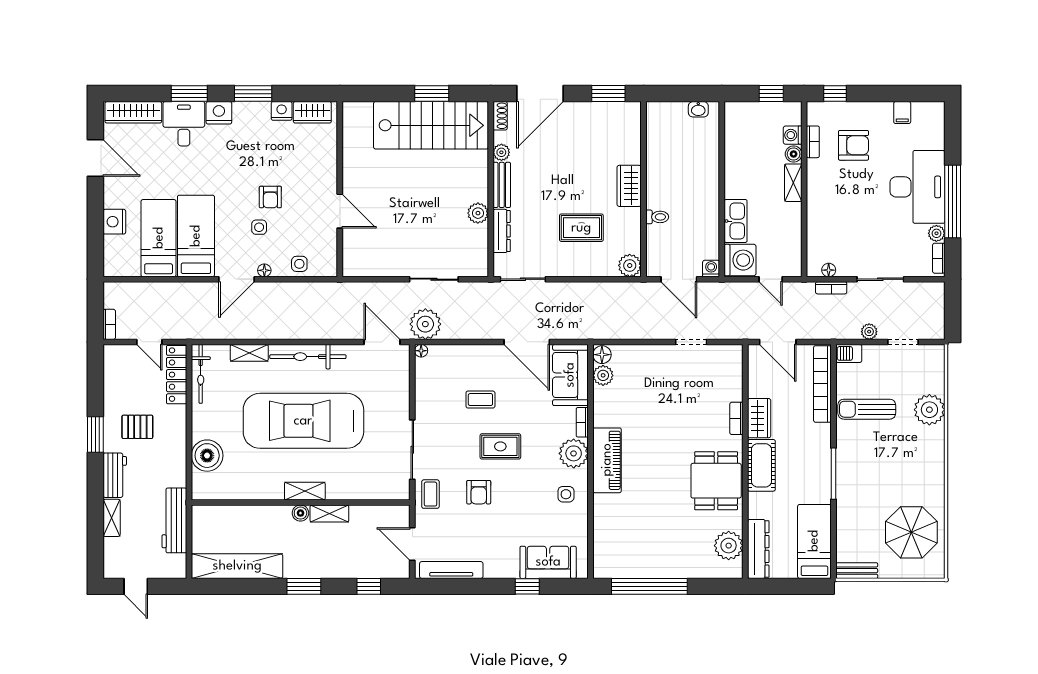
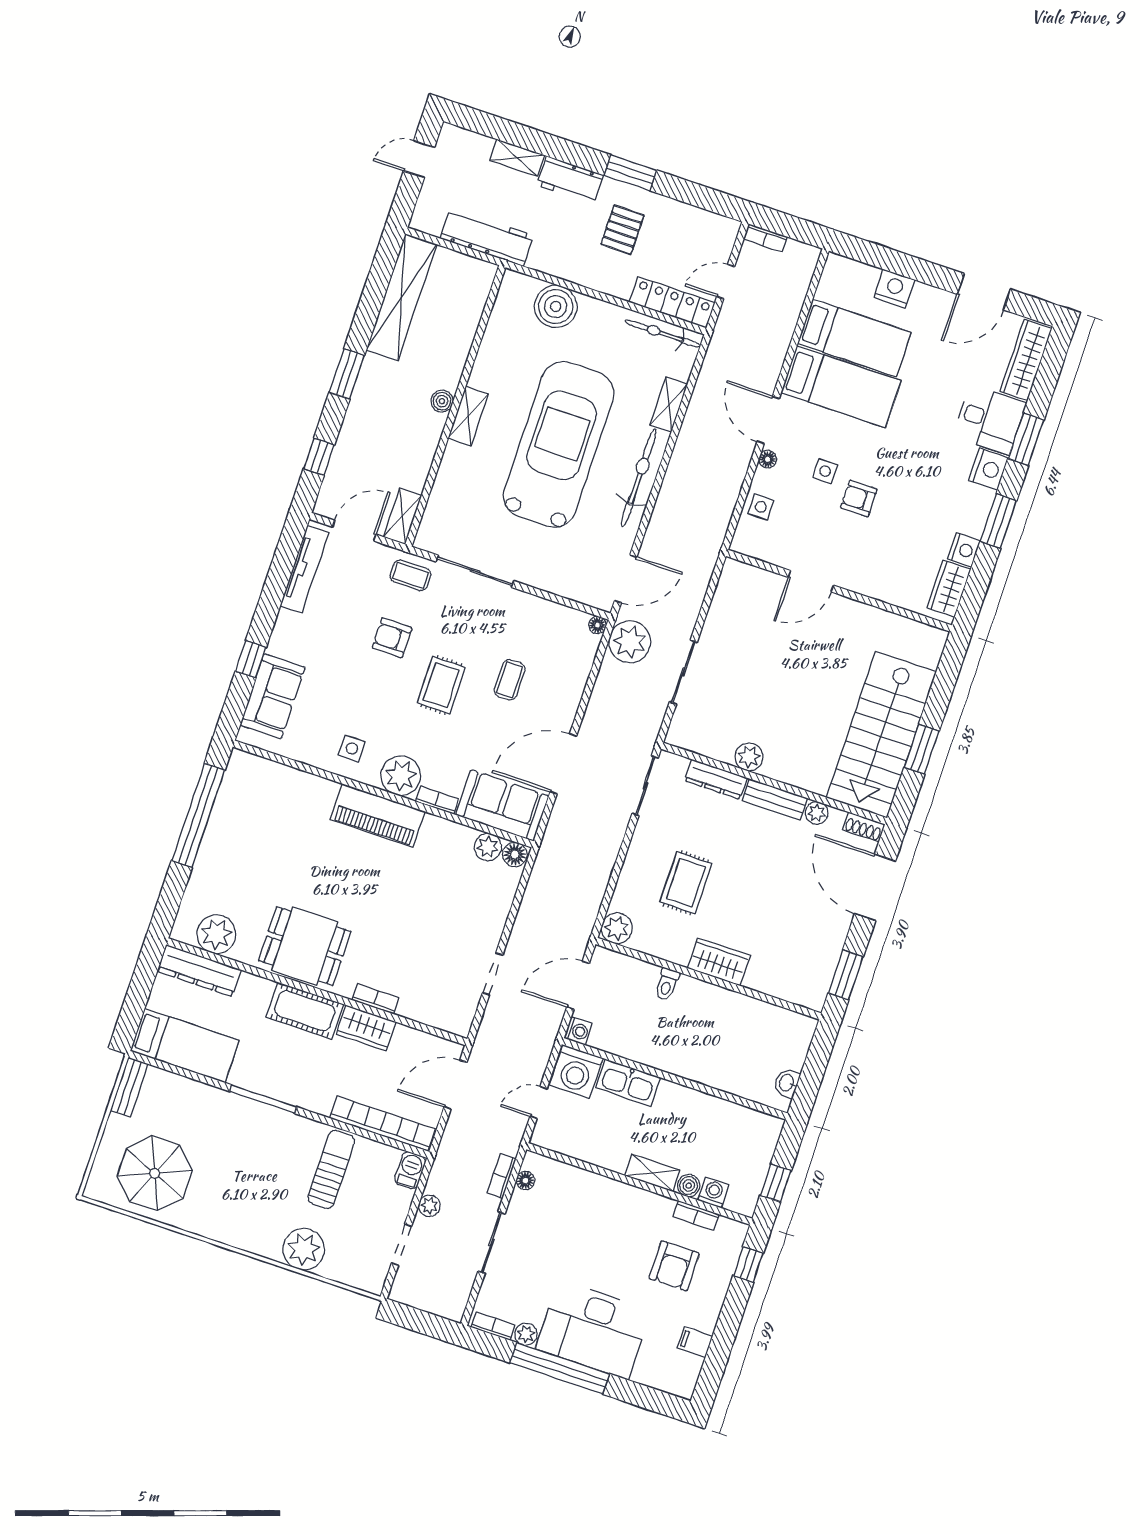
shelving: (329, 514) -> (403, 516), moved

